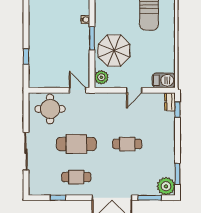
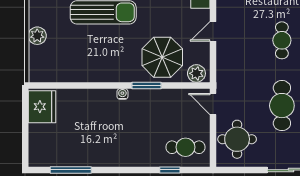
cafe table: (44, 69) -> (185, 147), added
door: (78, 90) -> (213, 104), hinge flipped
door: (134, 90) -> (213, 31), swing flipped

